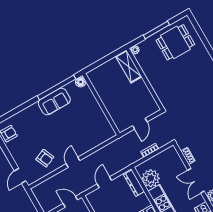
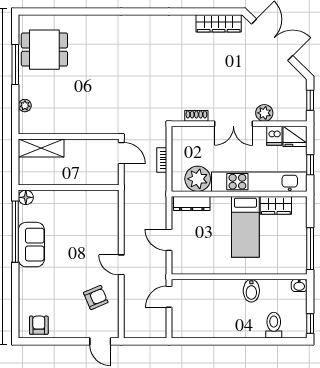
dining table: (175, 42) -> (44, 50), turned 90
shelving: (129, 66) -> (41, 148), moved
wall: (145, 79) -> (69, 137), moved

